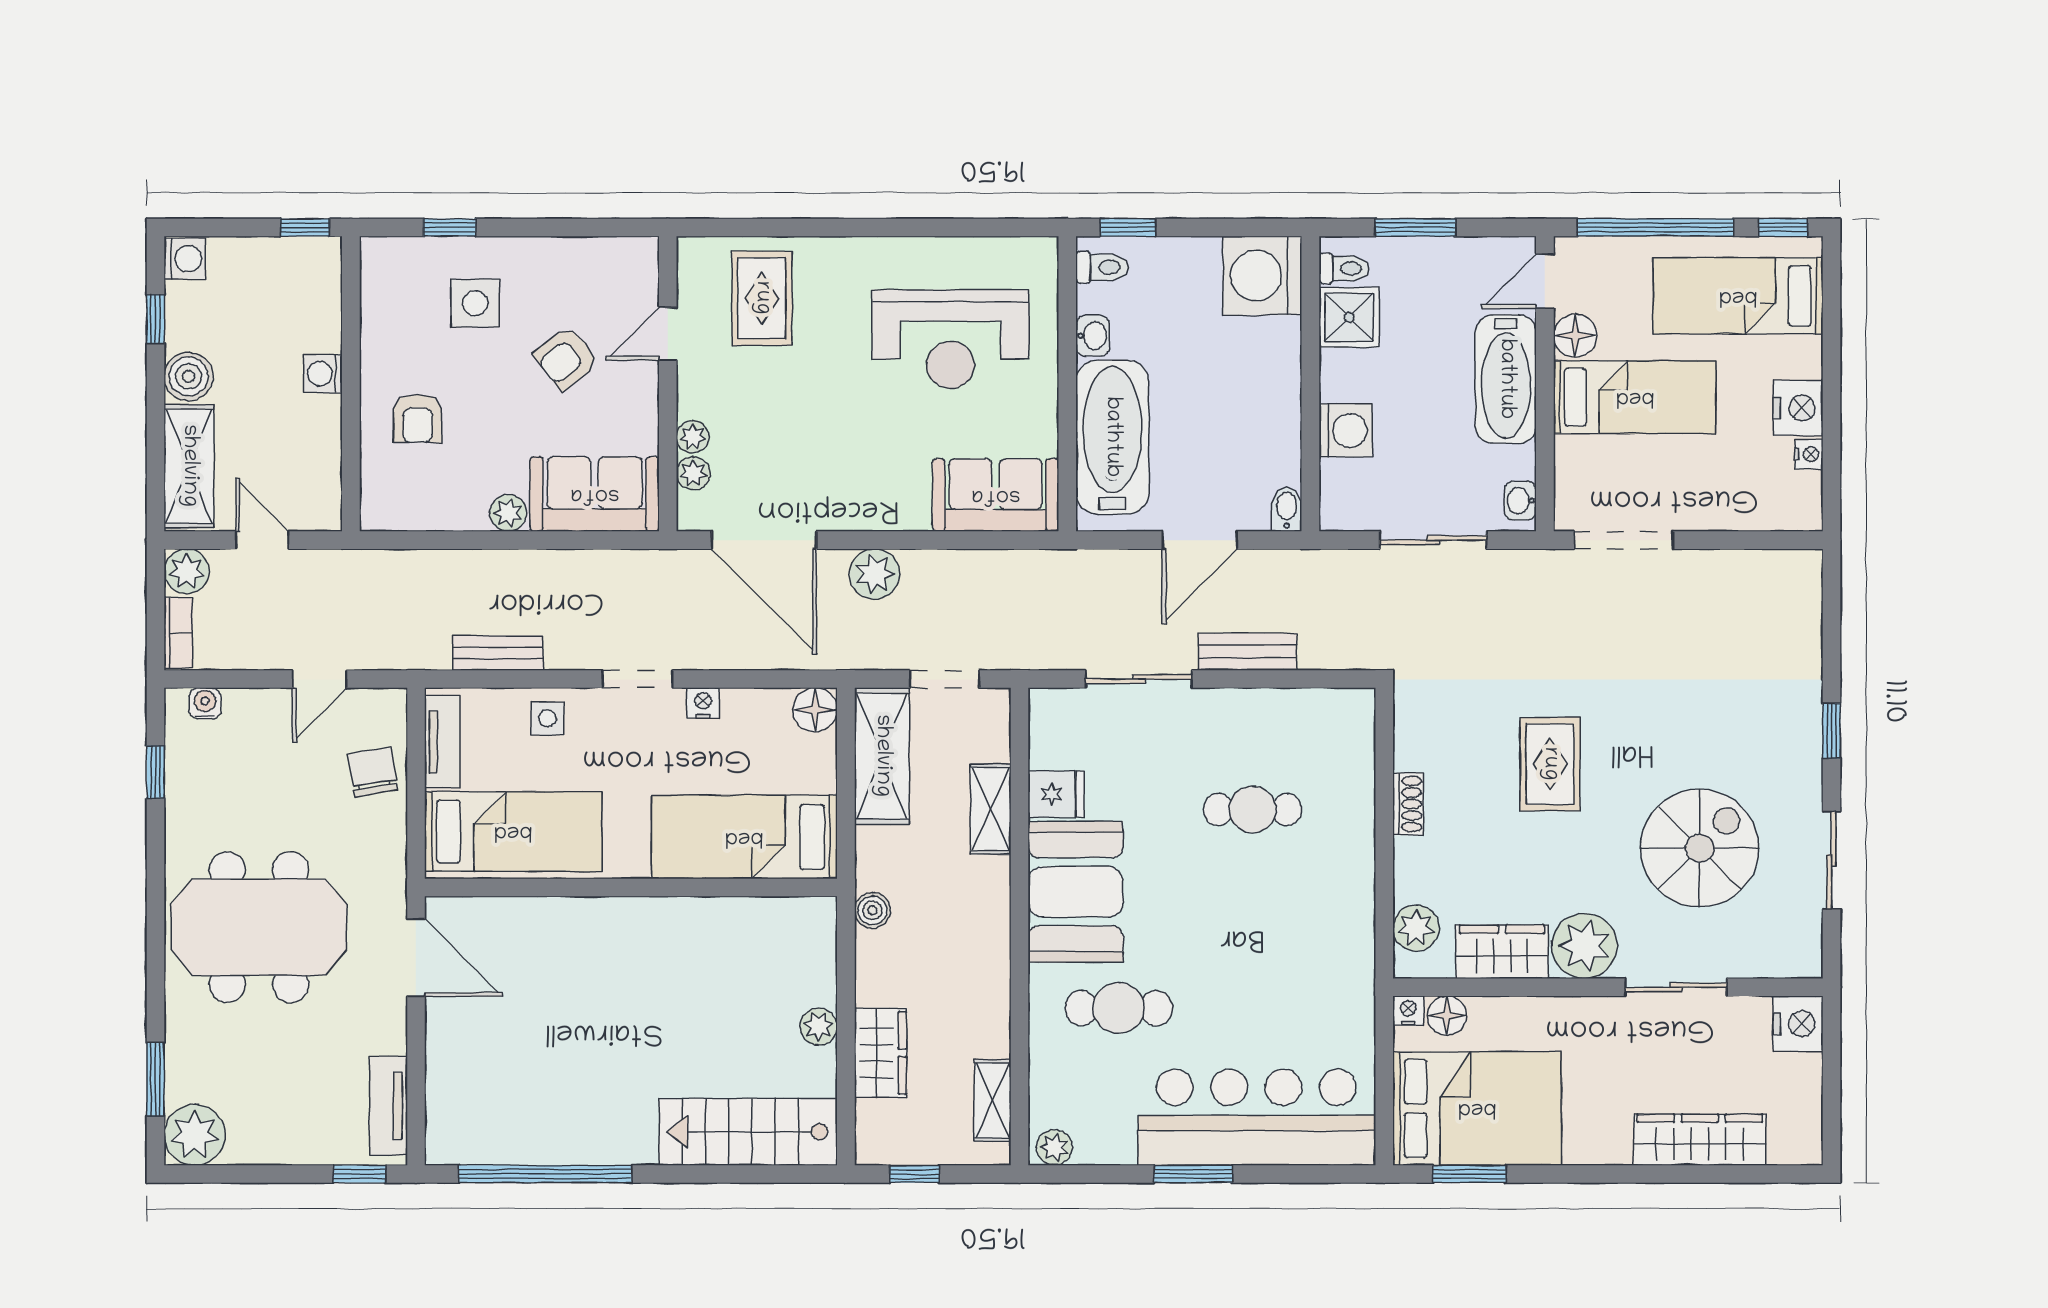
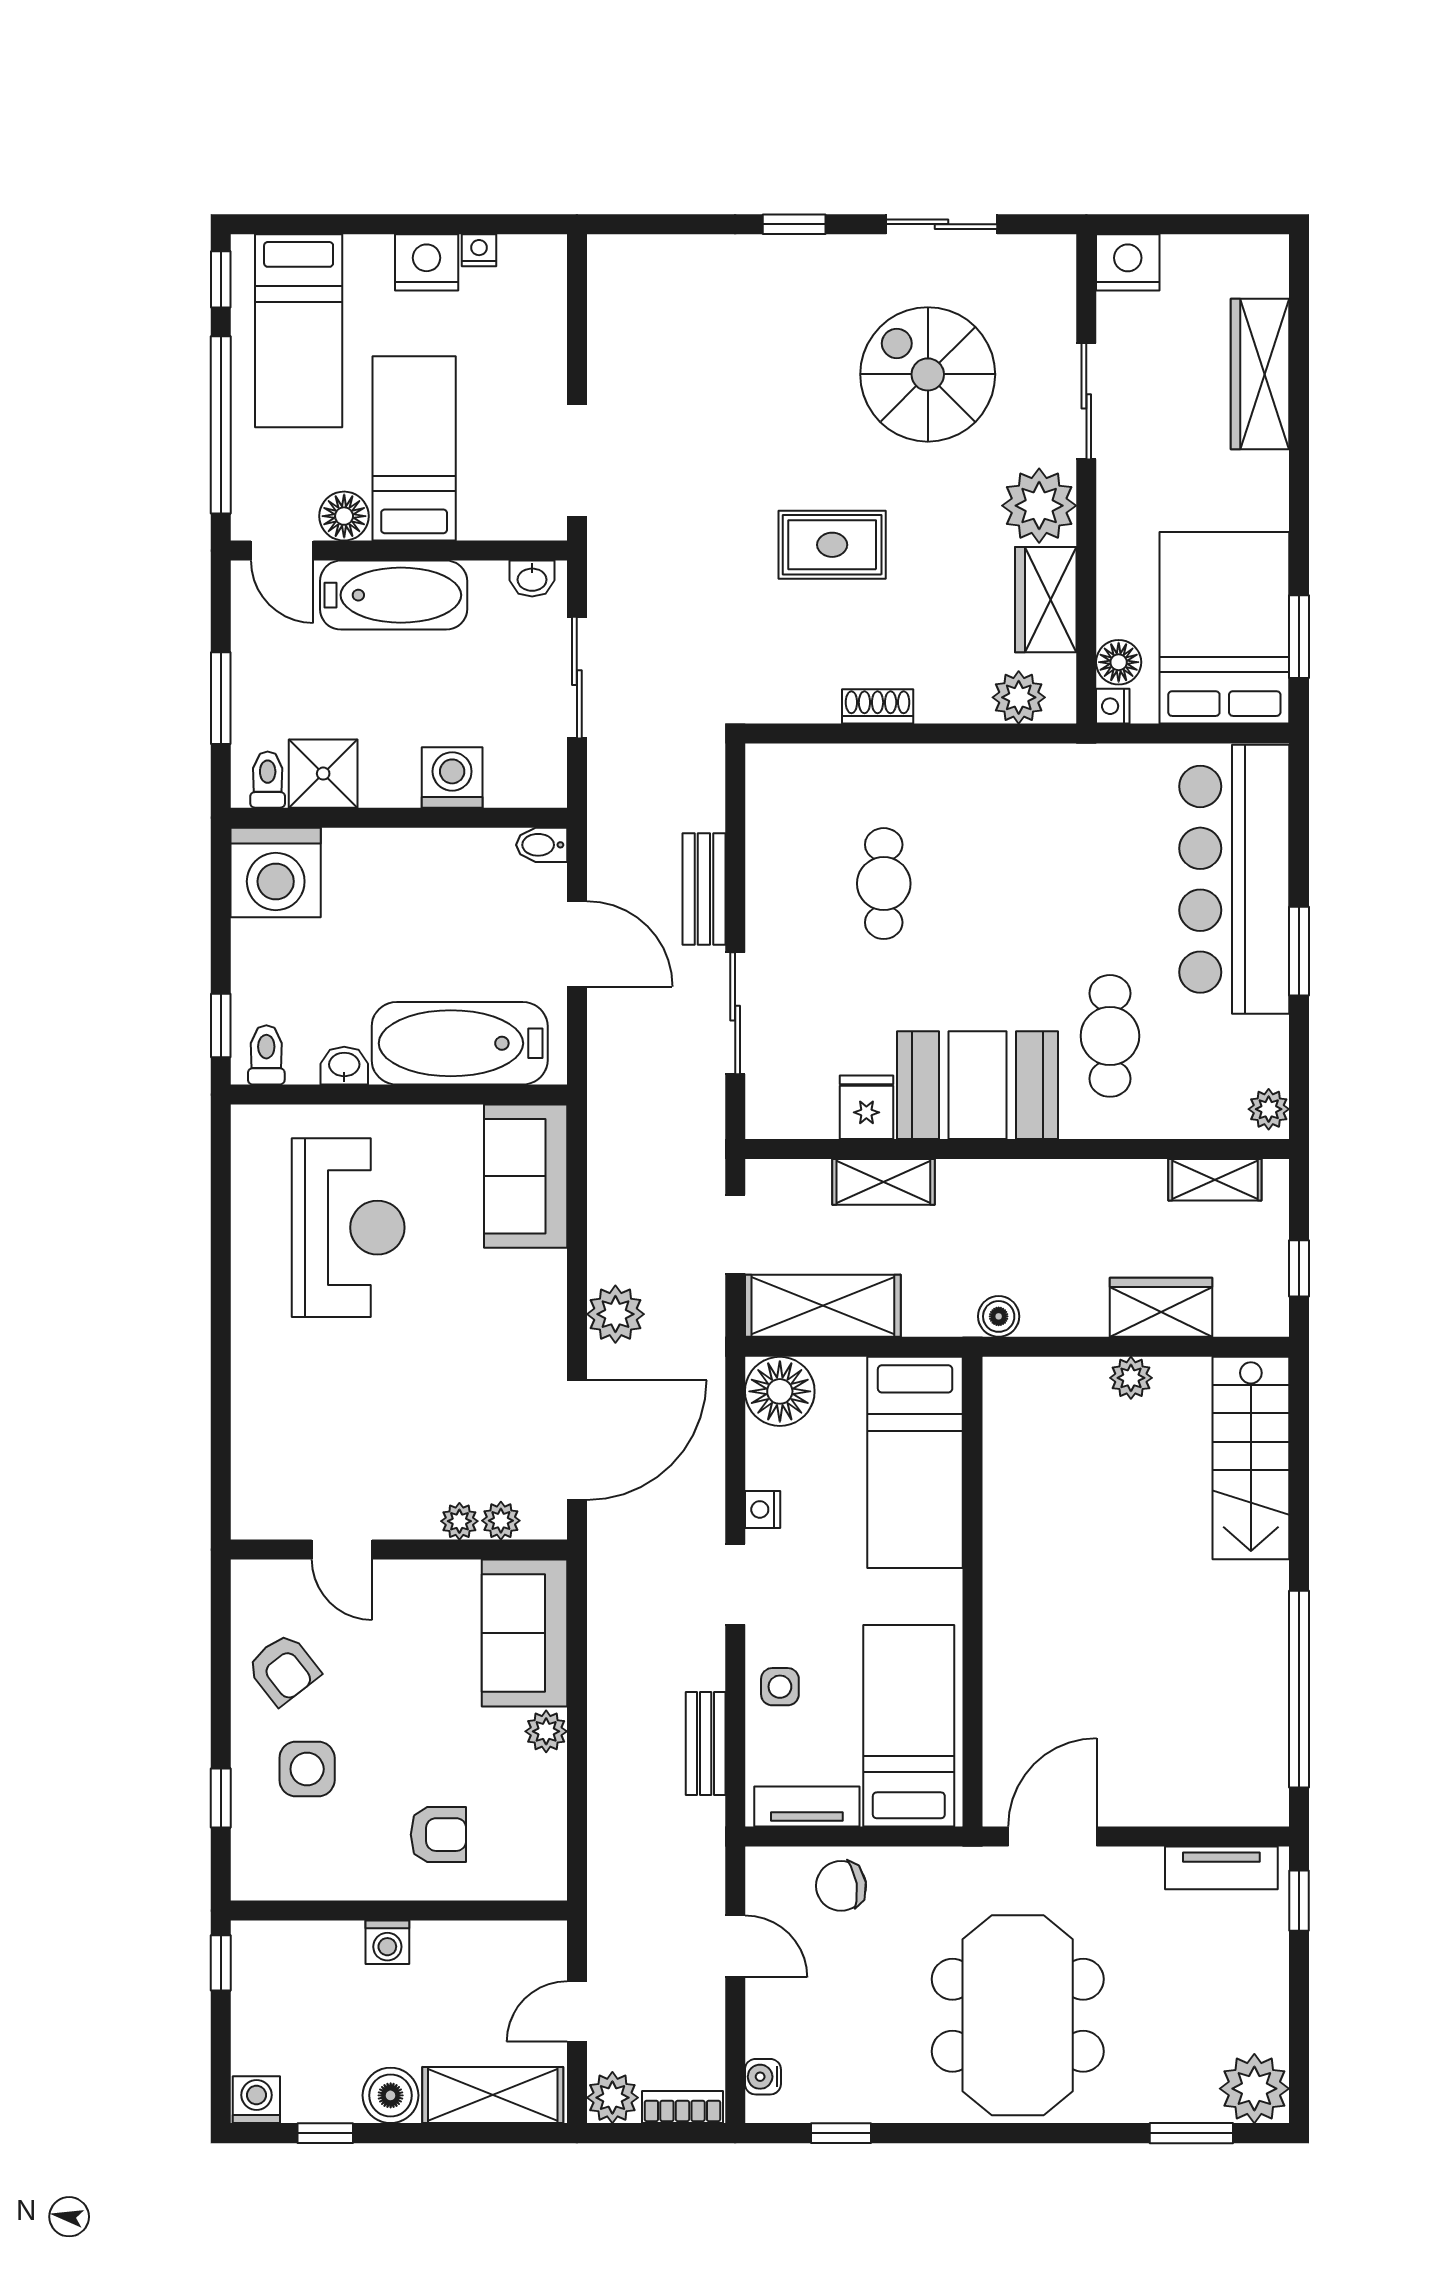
rug: (762, 298) -> (302, 1442), removed
armchair: (566, 358) -> (283, 1669), moved
floor lamp: (815, 710) -> (780, 1391), width x1.38, depth x1.38

